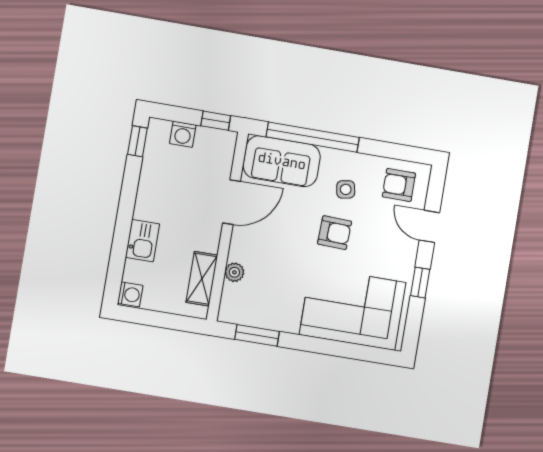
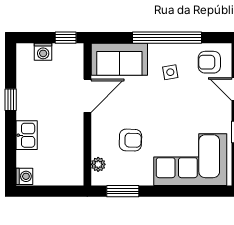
window: (313, 137) -> (167, 38), moved
window: (137, 141) -> (11, 100), moved
armchair: (335, 233) -> (130, 140), moved
plant: (234, 272) -> (98, 164), moved
shelving: (202, 279) -> (75, 156), removed

